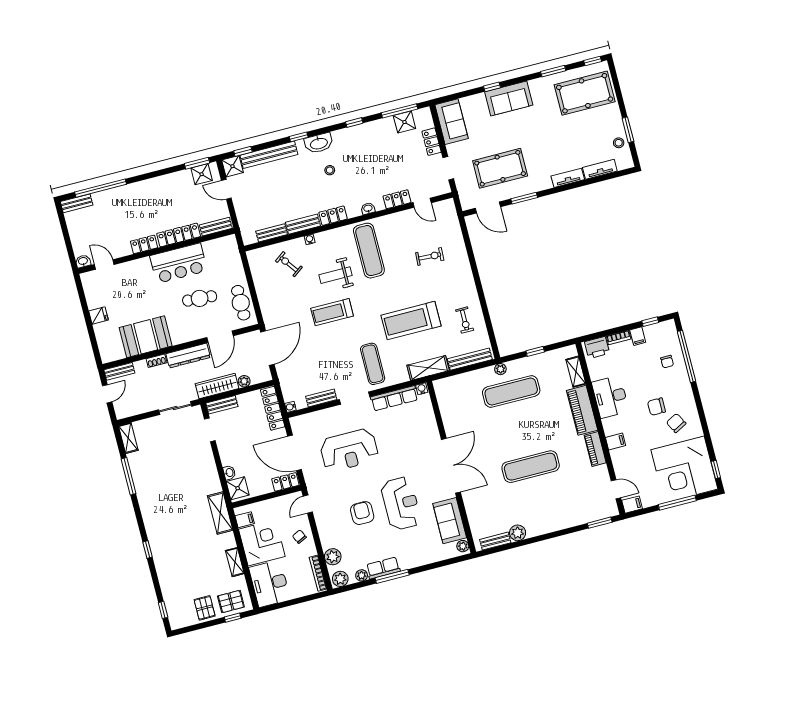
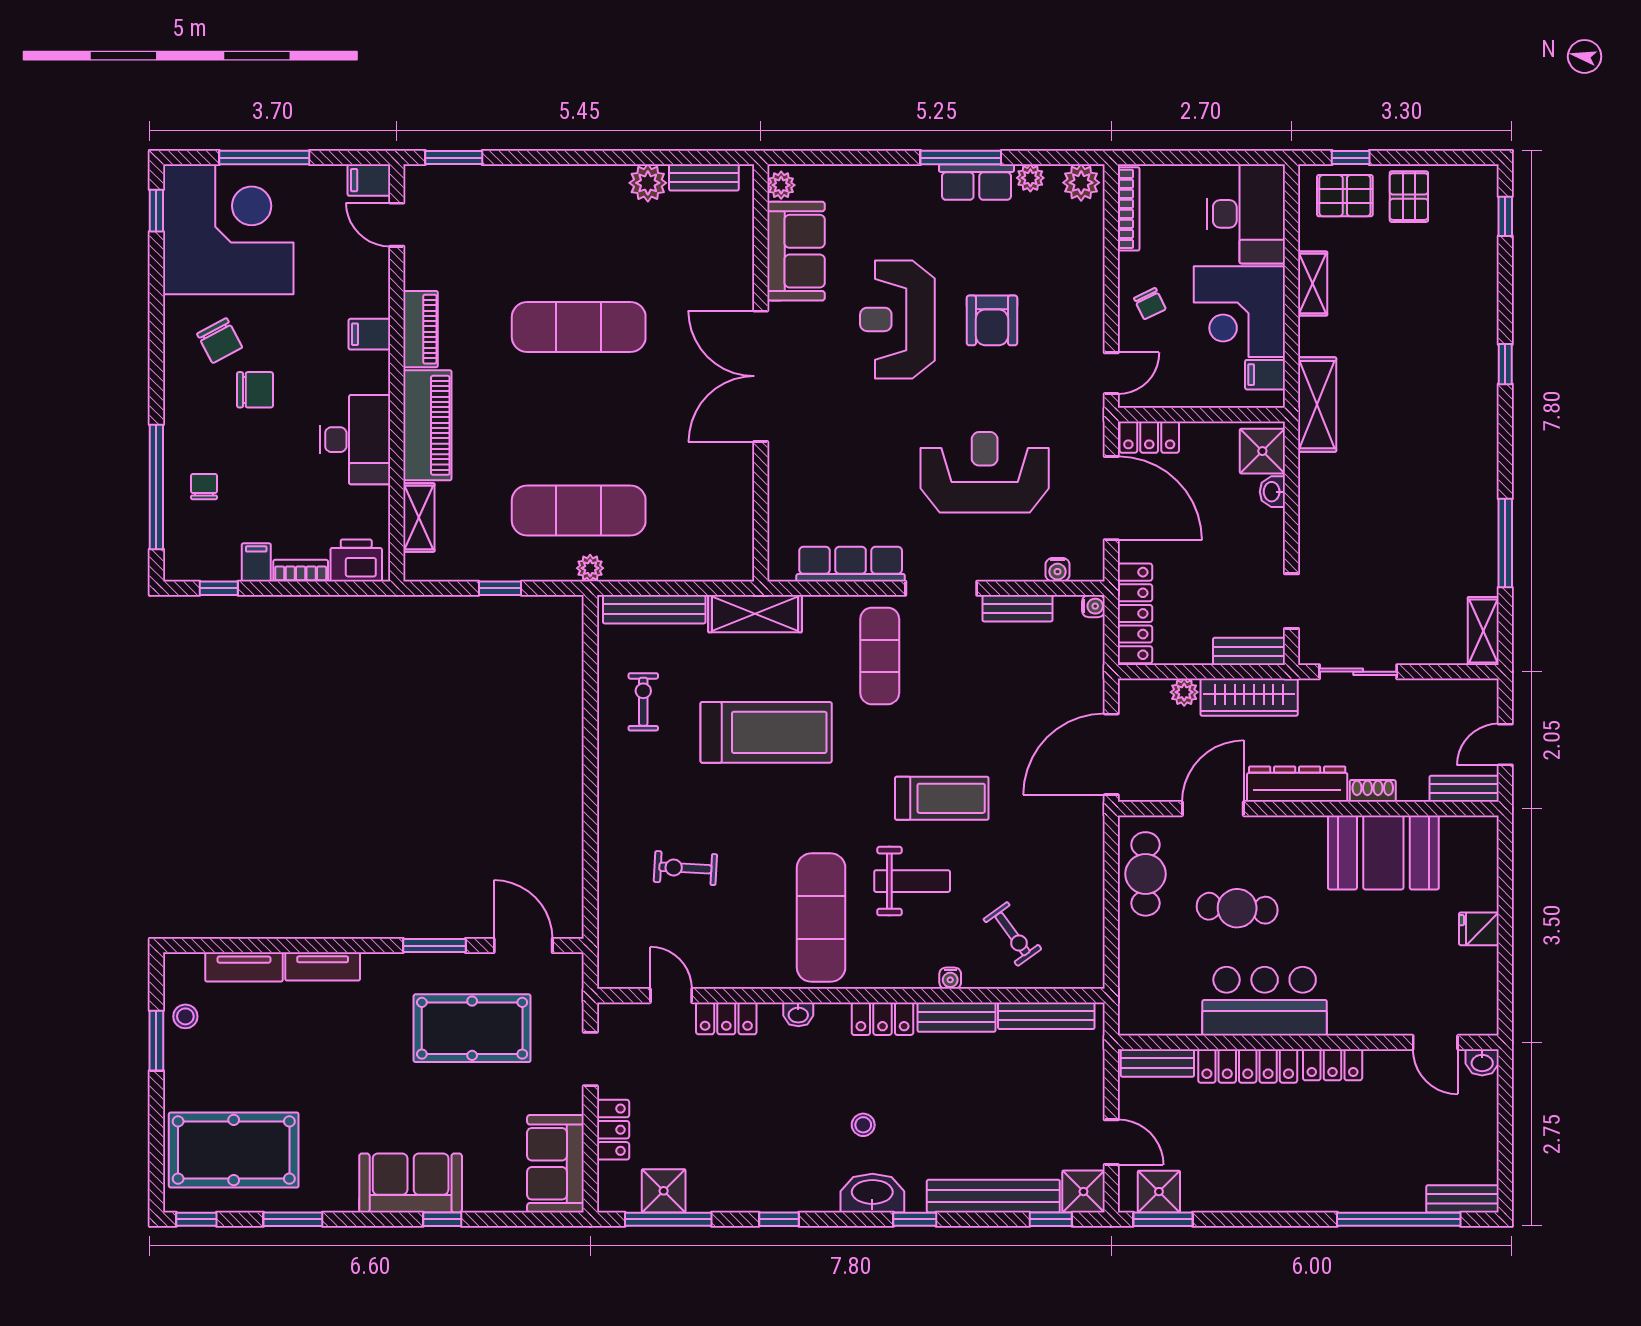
bench: (272, 233) -> (1046, 1016), width x1.36
water cooler: (422, 389) -> (1058, 570), moved
plant: (333, 557) -> (1085, 238), removed

